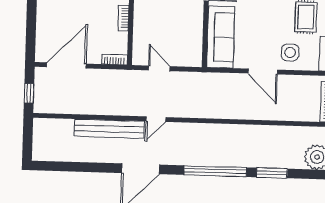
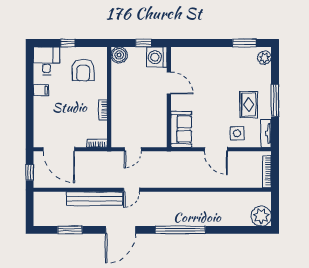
sofa: (221, 37) -> (181, 129), width x0.73
door: (66, 65) -> (59, 149), swing flipped
door: (159, 68) -> (133, 149), swing flipped
window: (272, 173) -> (70, 230), moved

